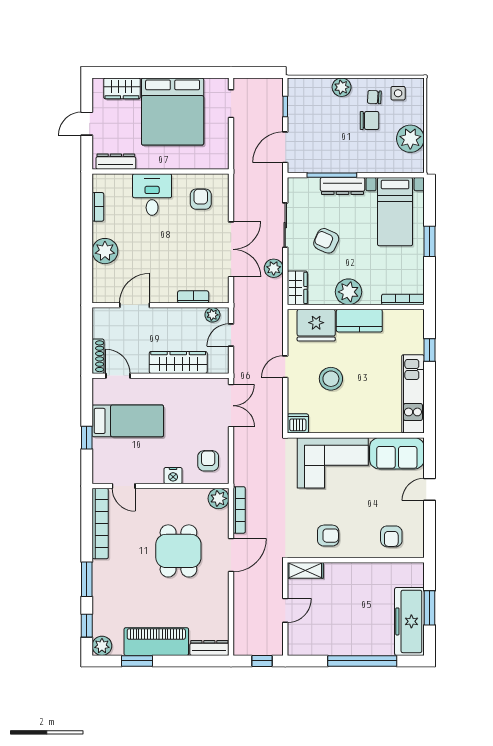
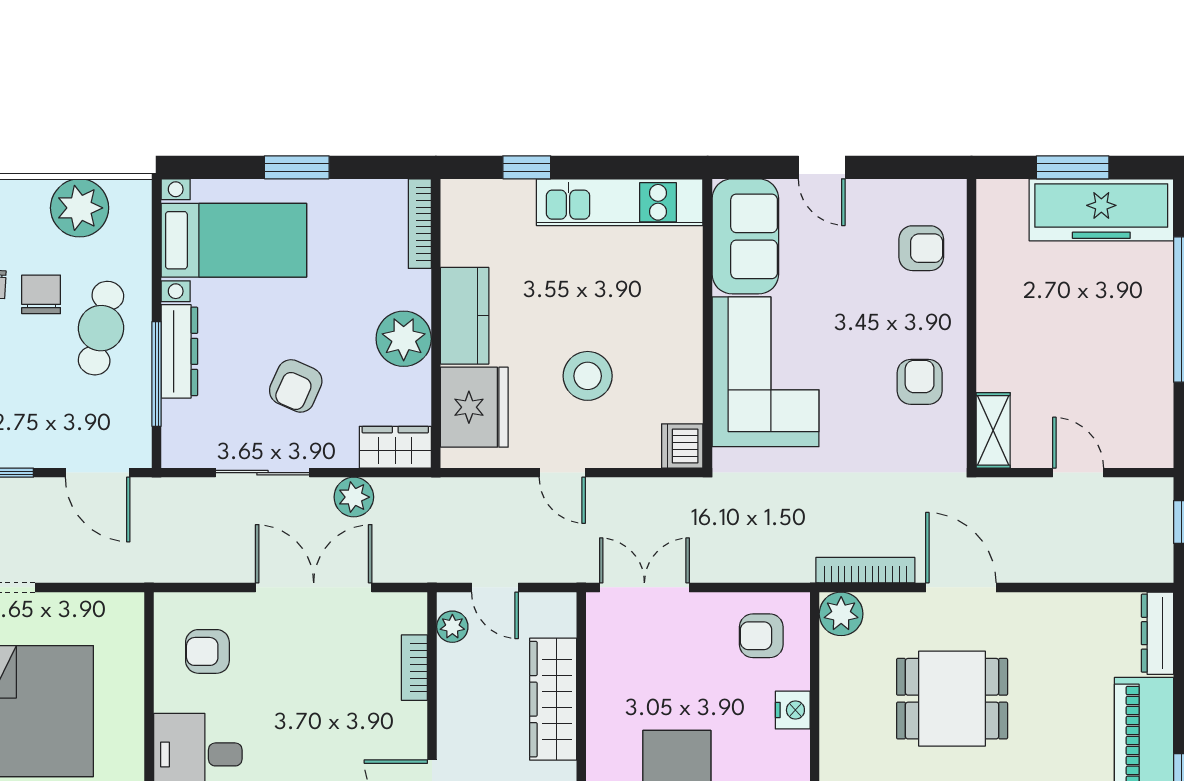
cafe table: (354, 149) -> (101, 328), added

